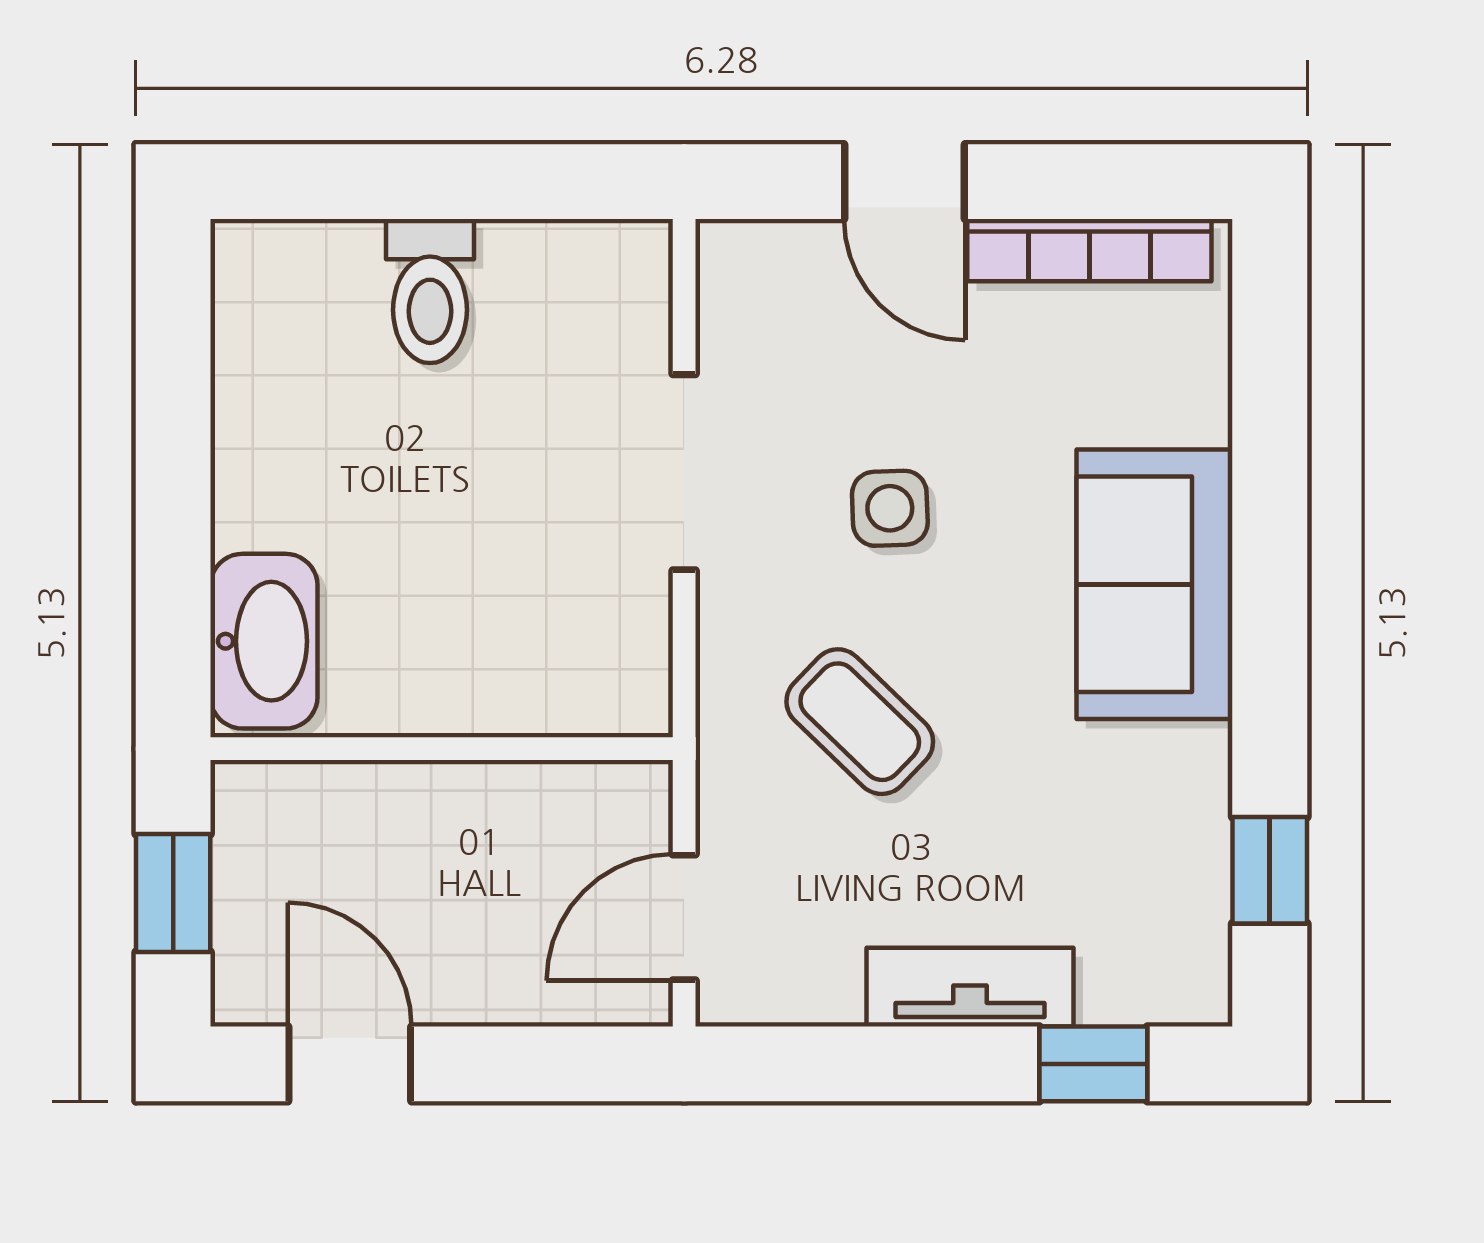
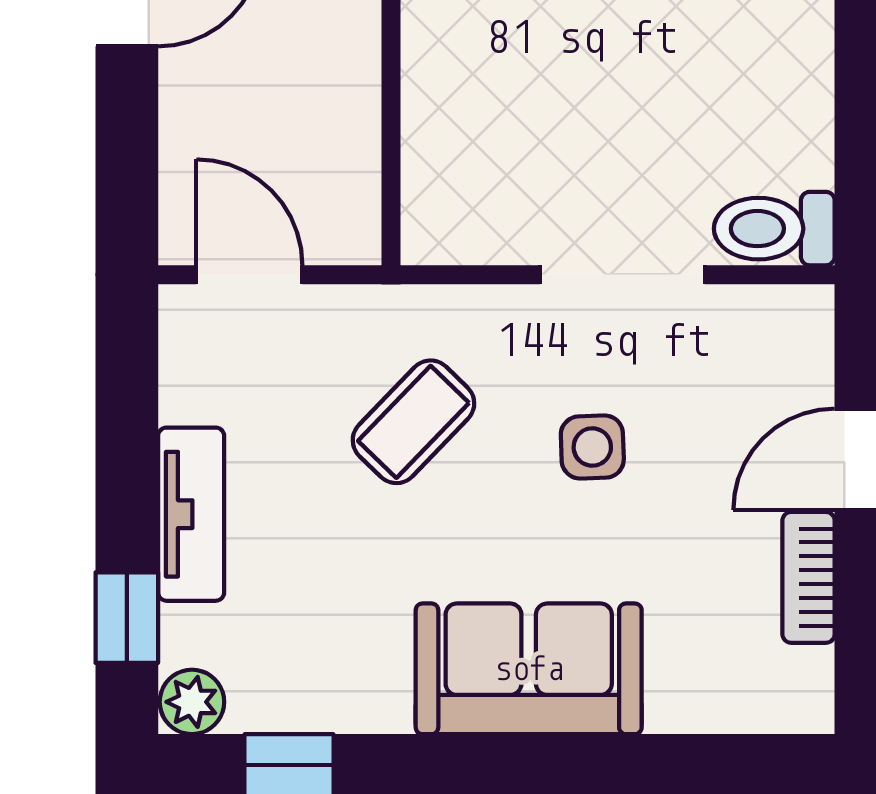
bookcase: (1089, 250) -> (809, 577), width x0.64
toilet: (430, 291) -> (774, 229), moved
plant: (1194, 986) -> (192, 702), added

